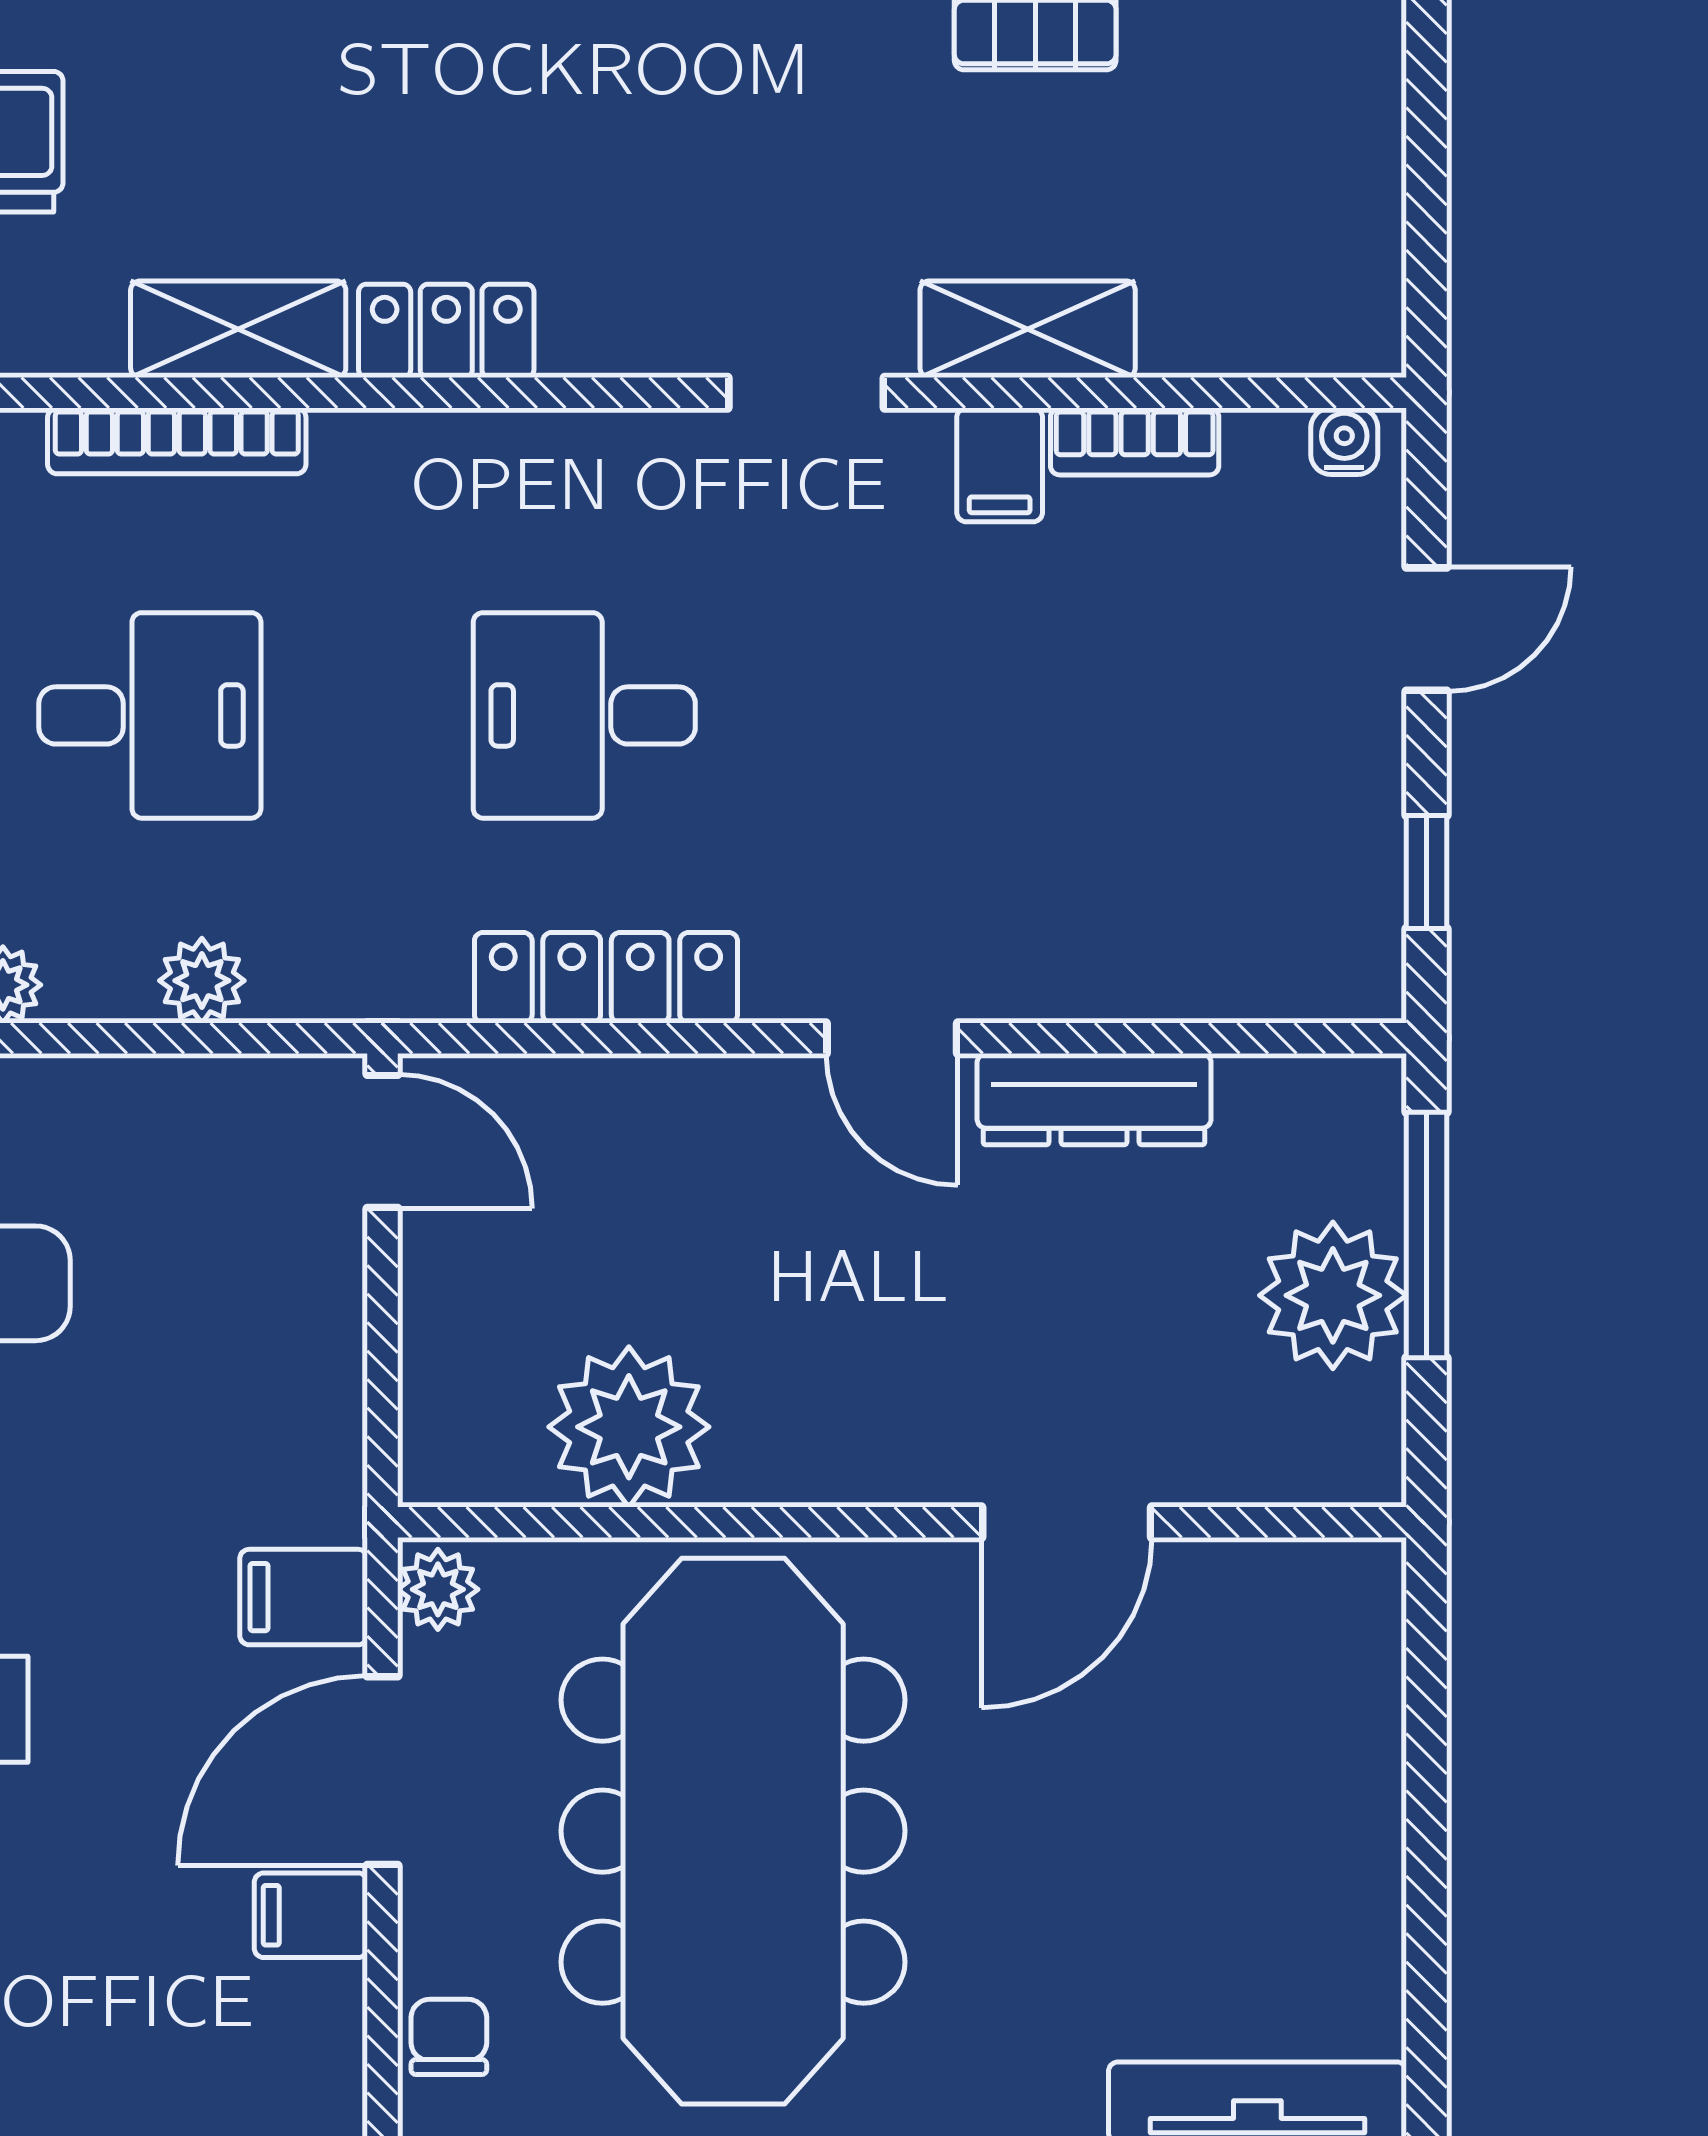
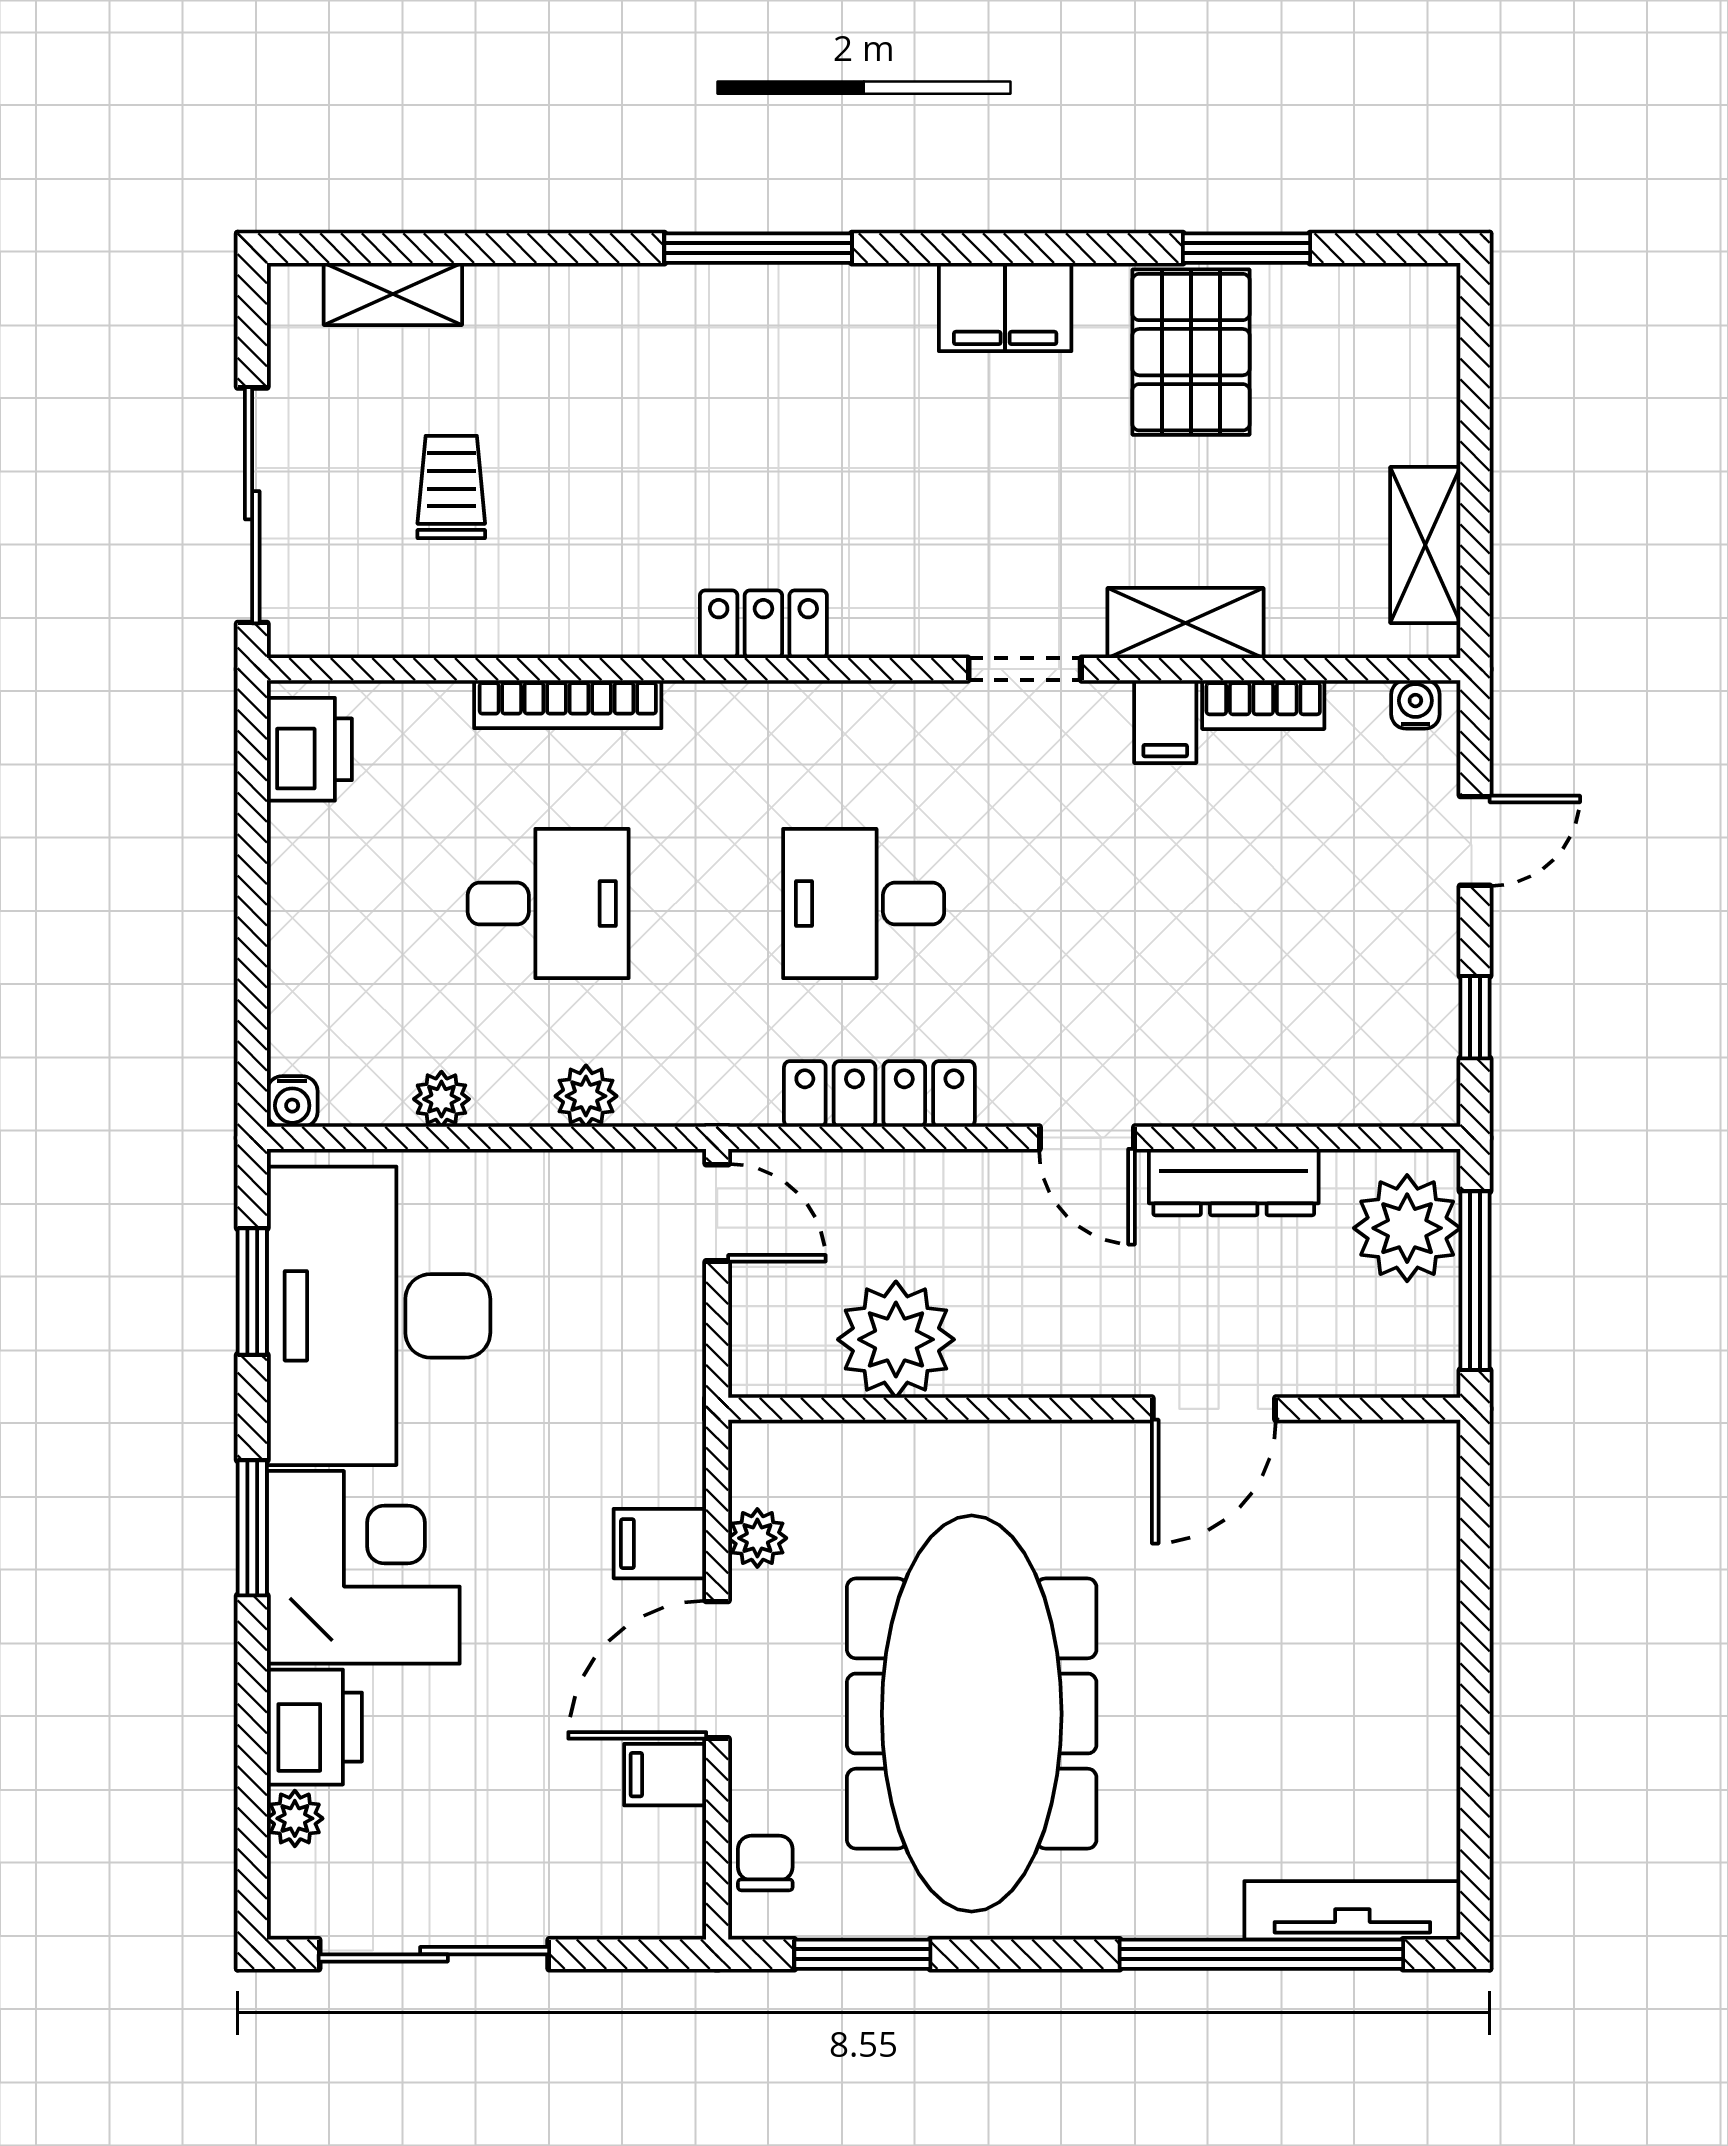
shelving: (238, 329) -> (1425, 545), moved, turned 90
plant: (1333, 1295) -> (1407, 1228), moved
plant: (629, 1427) -> (896, 1339), moved
wall: (902, 1522) -> (1094, 1409), moved
door: (1067, 1522) -> (1214, 1409), moved

